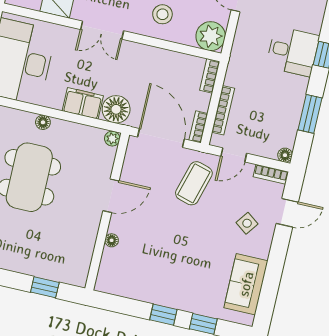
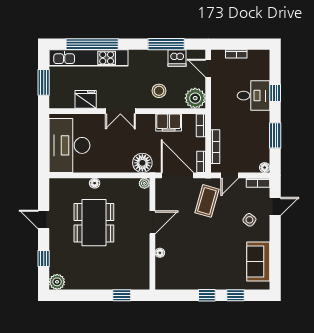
filing cabinet: (83, 103) -> (169, 122), moved, turned 180

